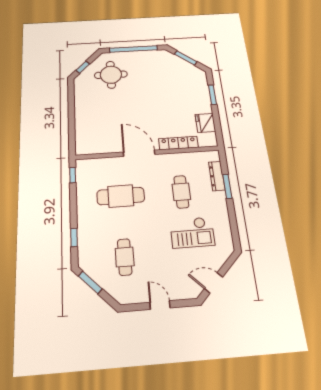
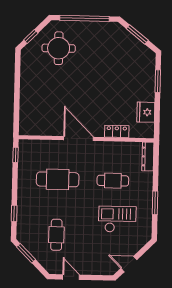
locker: (178, 143) -> (117, 131), width x0.66
dresser: (217, 176) -> (148, 157), moved
window: (227, 186) -> (155, 203), moved
cafe table: (181, 192) -> (113, 181), turned 90
checkout: (192, 233) -> (117, 219), turned 180
door: (160, 305) -> (71, 277), moved

